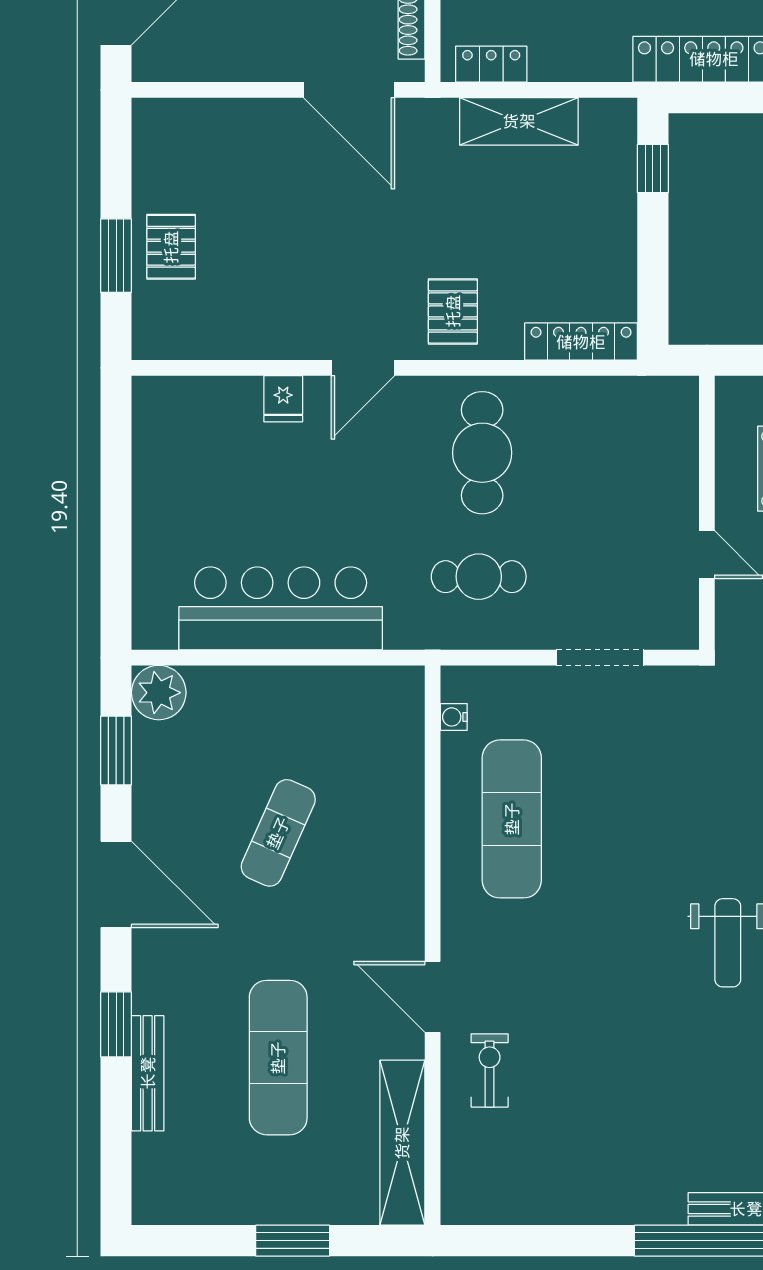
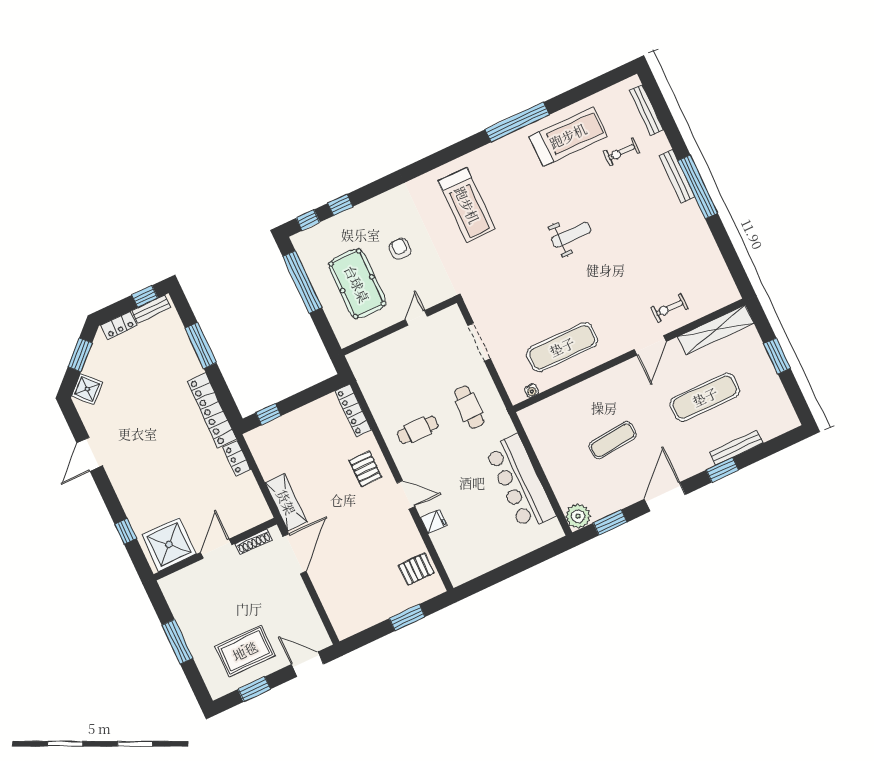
locker: (491, 64) -> (237, 458), moved
shelving: (519, 121) -> (286, 502), moved
pallet: (171, 247) -> (416, 569), moved
pallet: (453, 311) -> (365, 469), turned 90
cafe table: (482, 453) -> (418, 430), width x0.73, depth x0.74
exercise mat: (278, 833) -> (613, 440), turned -30

